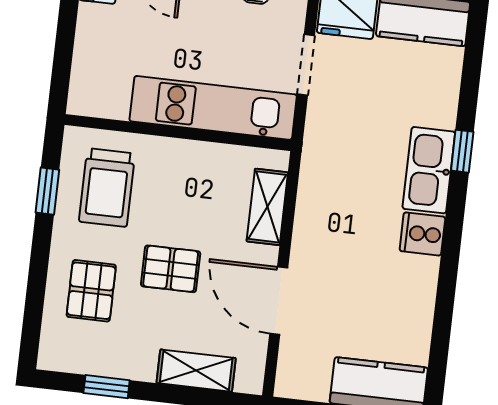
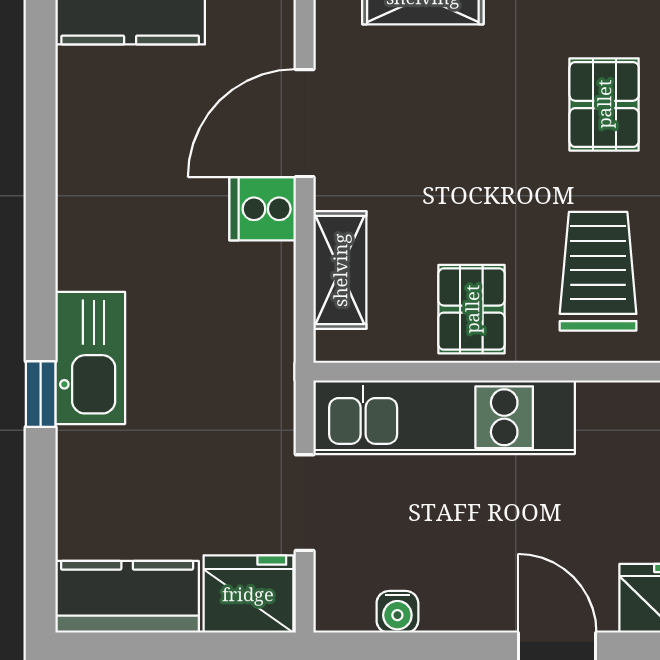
cooker: (422, 234) -> (263, 209), moved, turned 180
pallet: (171, 269) -> (472, 309), moved, turned 90
door: (279, 301) -> (305, 123), swing flipped

